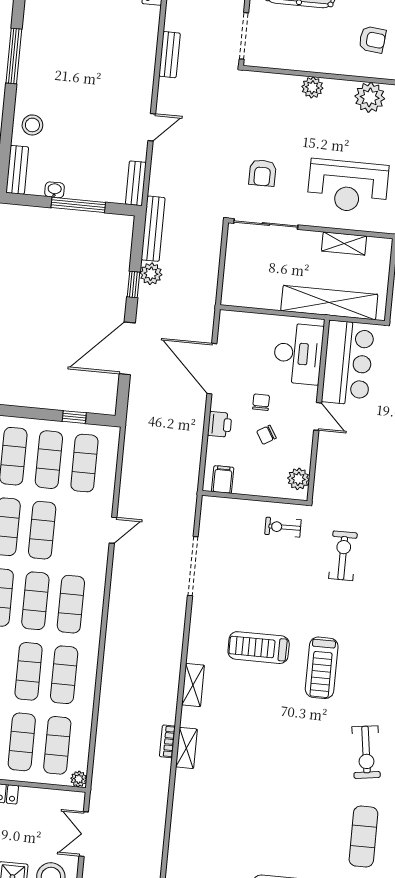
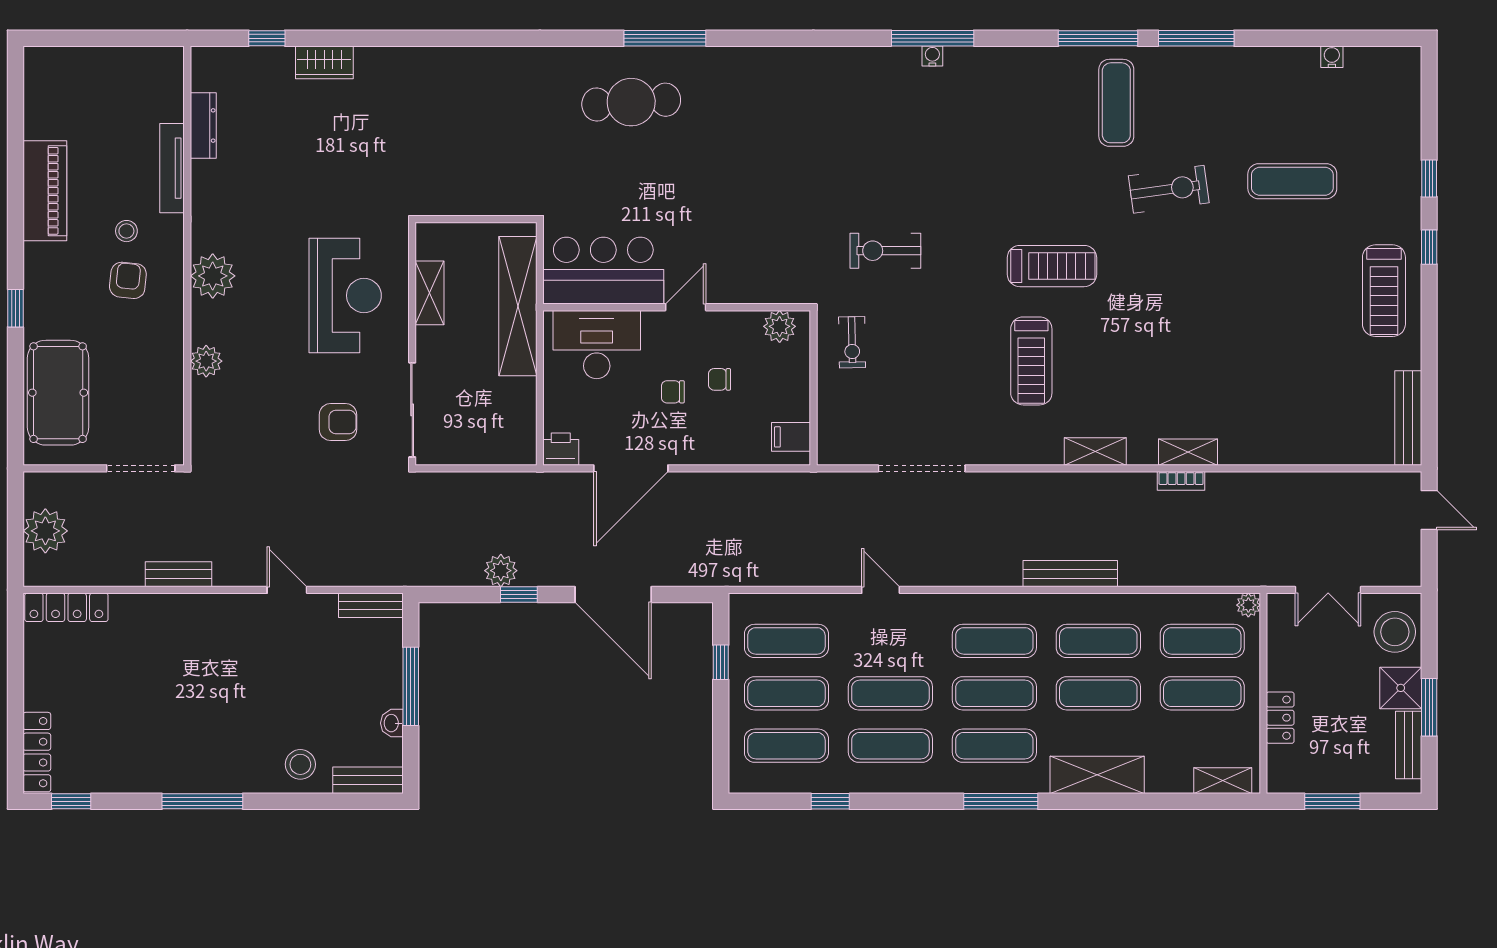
bench: (153, 229) -> (1070, 574), moved
printer: (220, 424) -> (561, 449), moved
chair: (266, 435) -> (720, 379), turned 121

